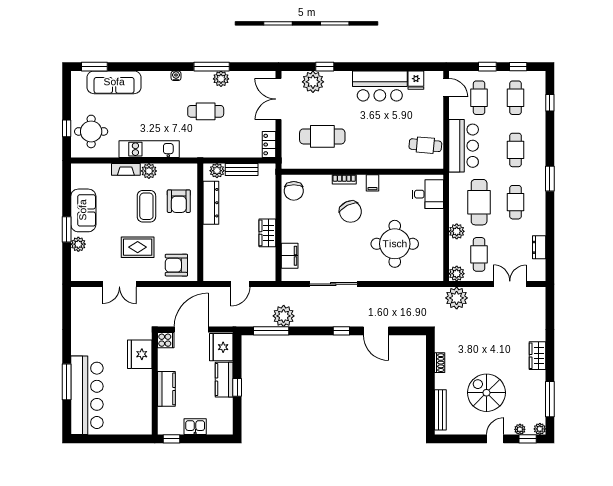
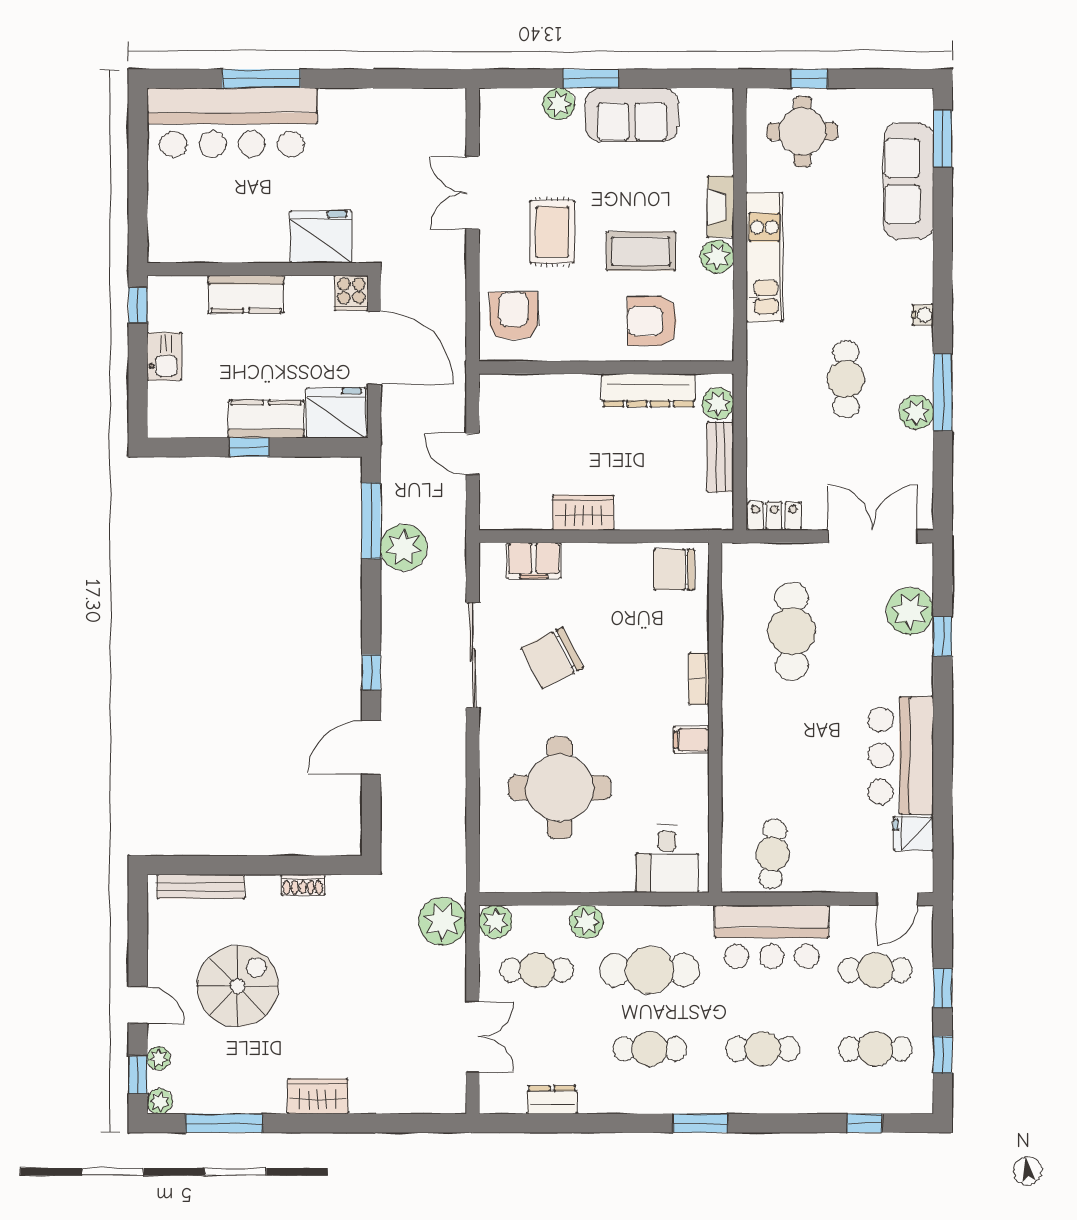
chair: (350, 212) -> (552, 658), moved

